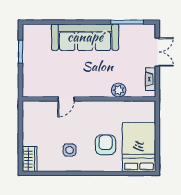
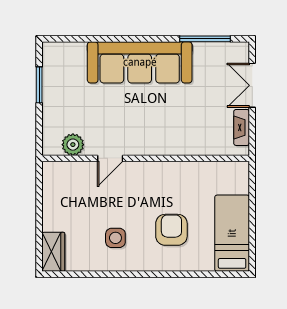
double door: (157, 52) -> (252, 85), swing flipped
plant: (119, 90) -> (73, 145), moved
bed: (139, 147) -> (232, 233), width x0.67

